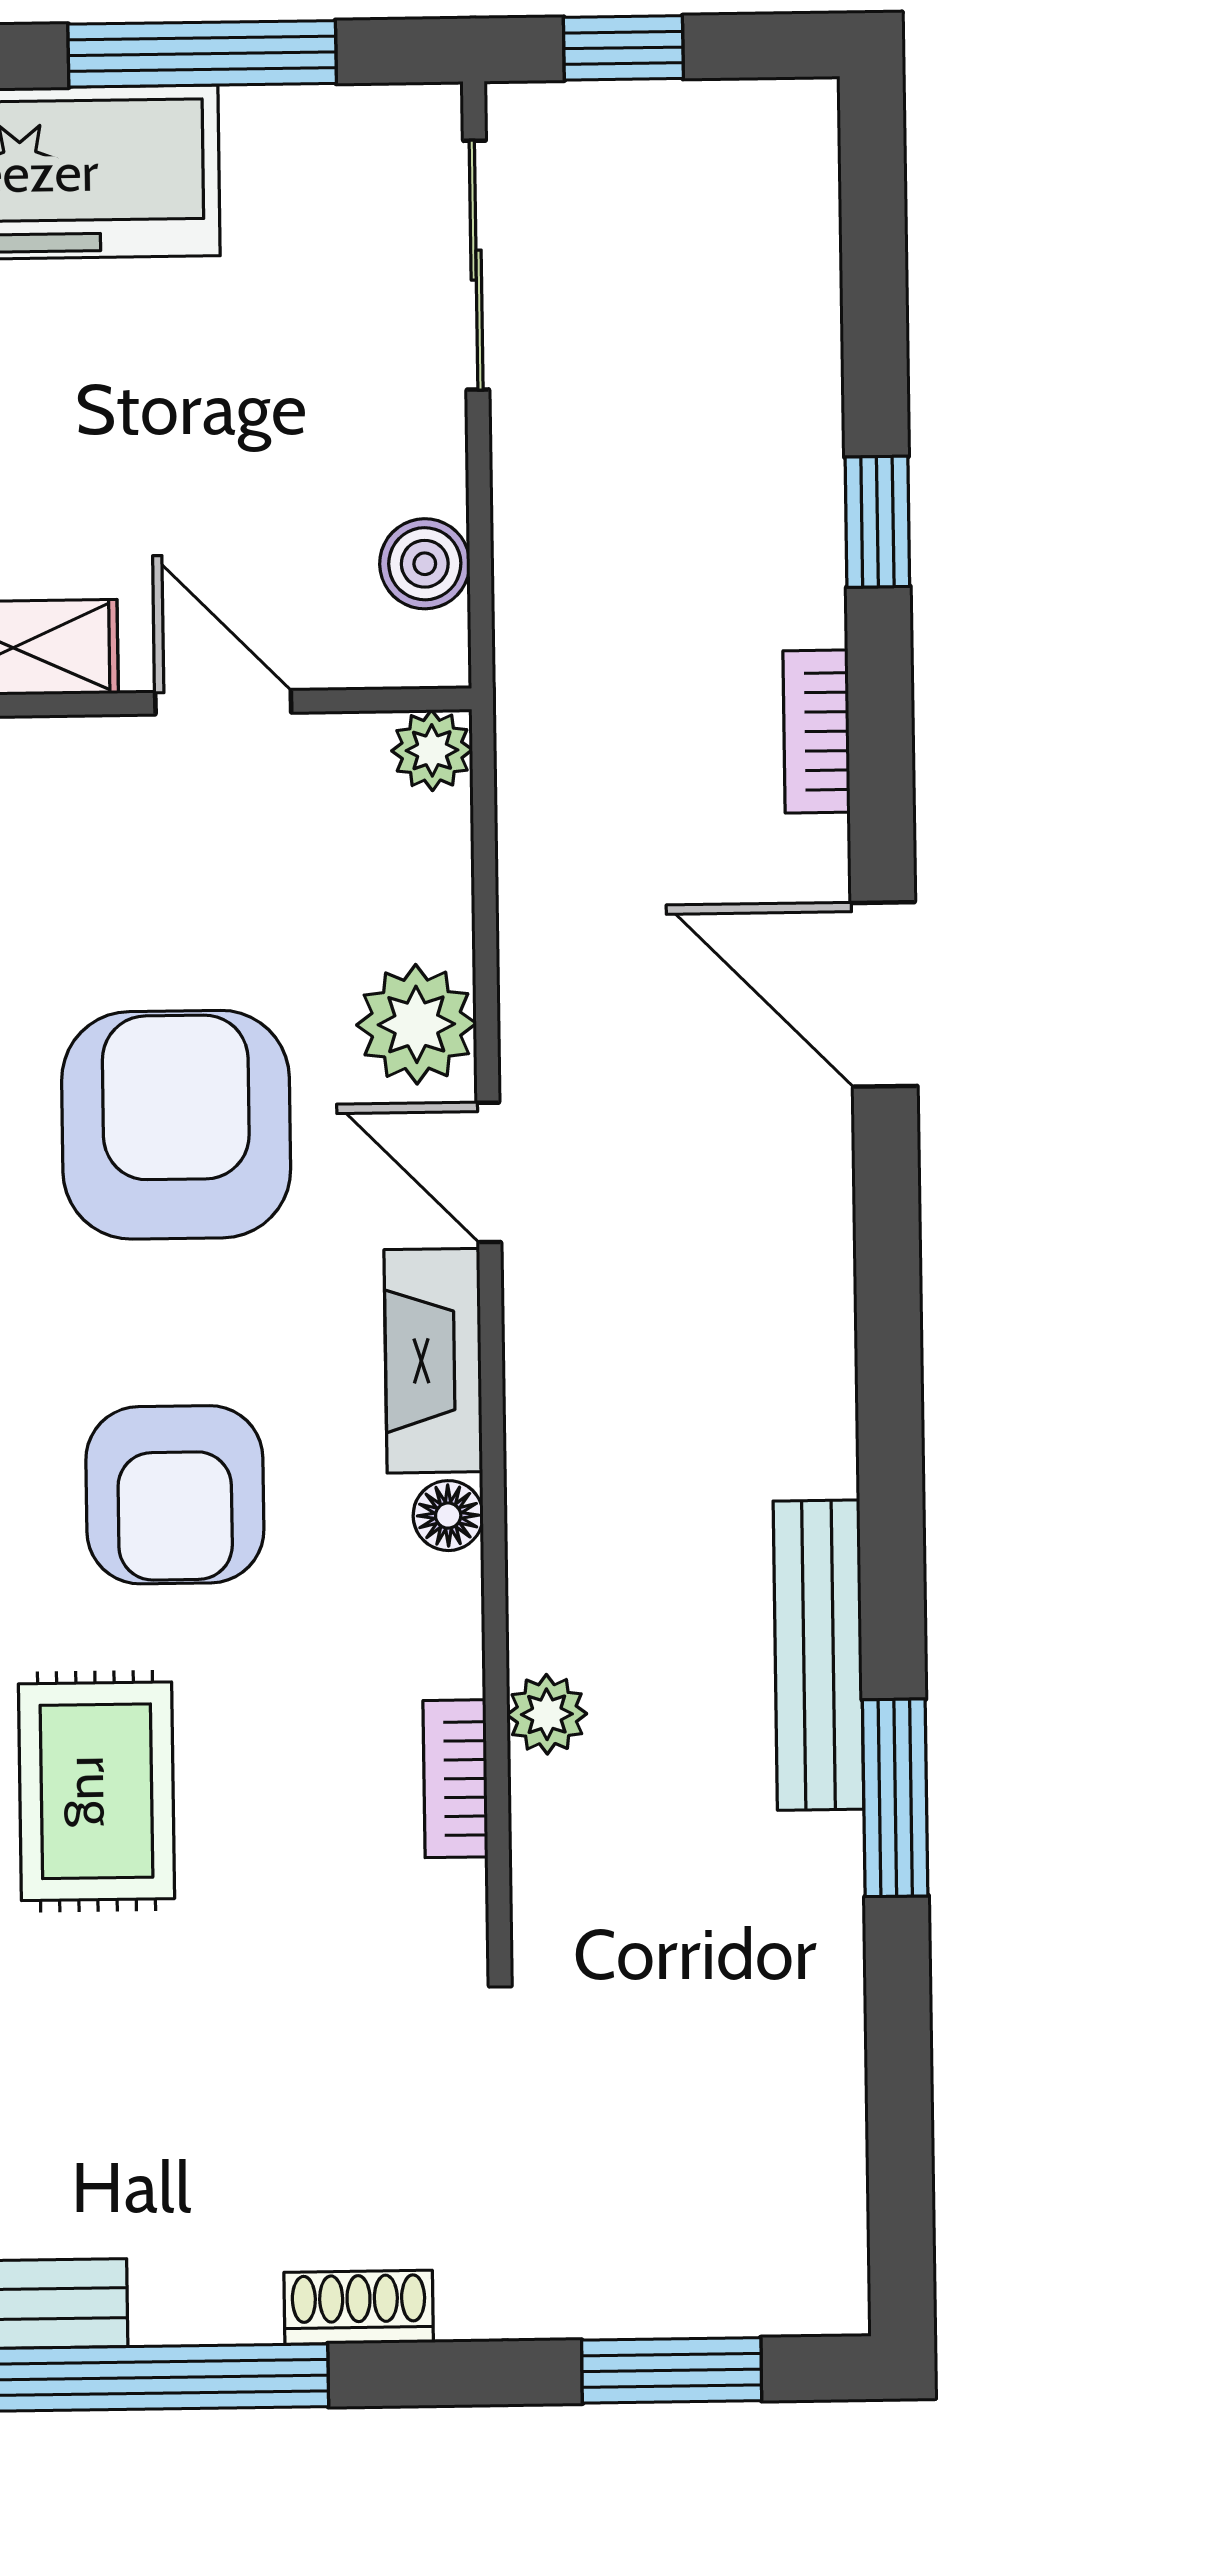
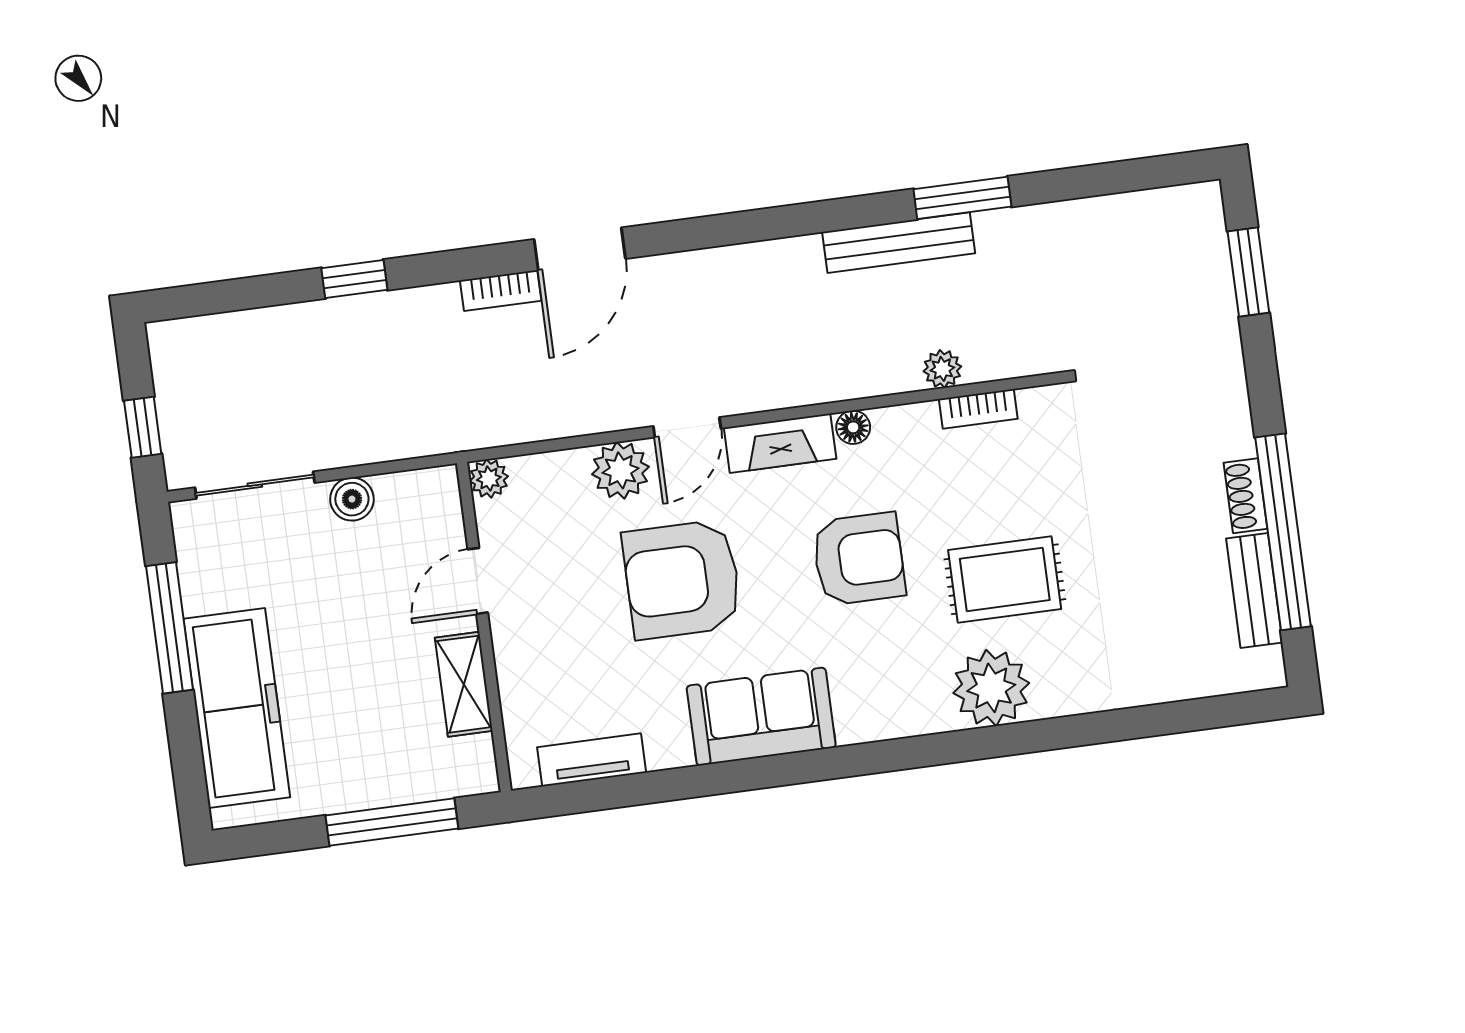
boiler: (425, 564) -> (352, 499), moved
bookcase: (816, 731) -> (501, 290), moved
shoe rack: (359, 2307) -> (1246, 496), moved

